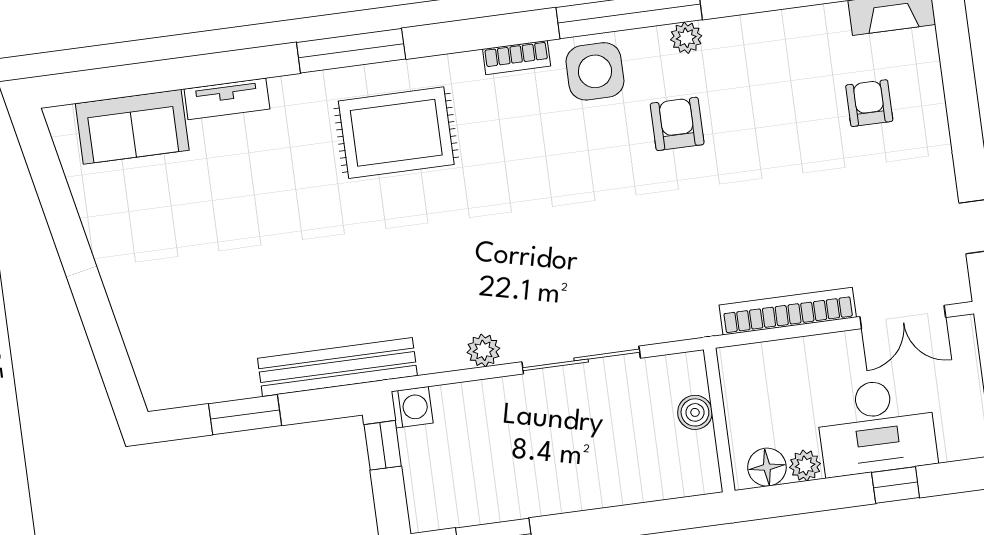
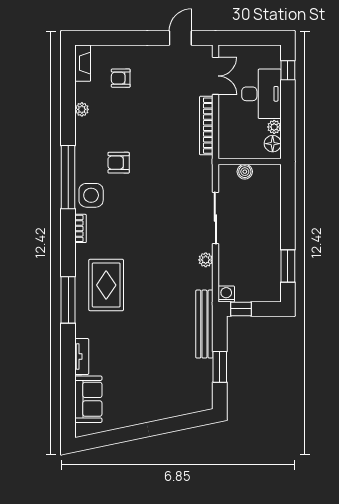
plant: (686, 38) -> (82, 109), moved
window: (896, 485) -> (288, 70), moved

